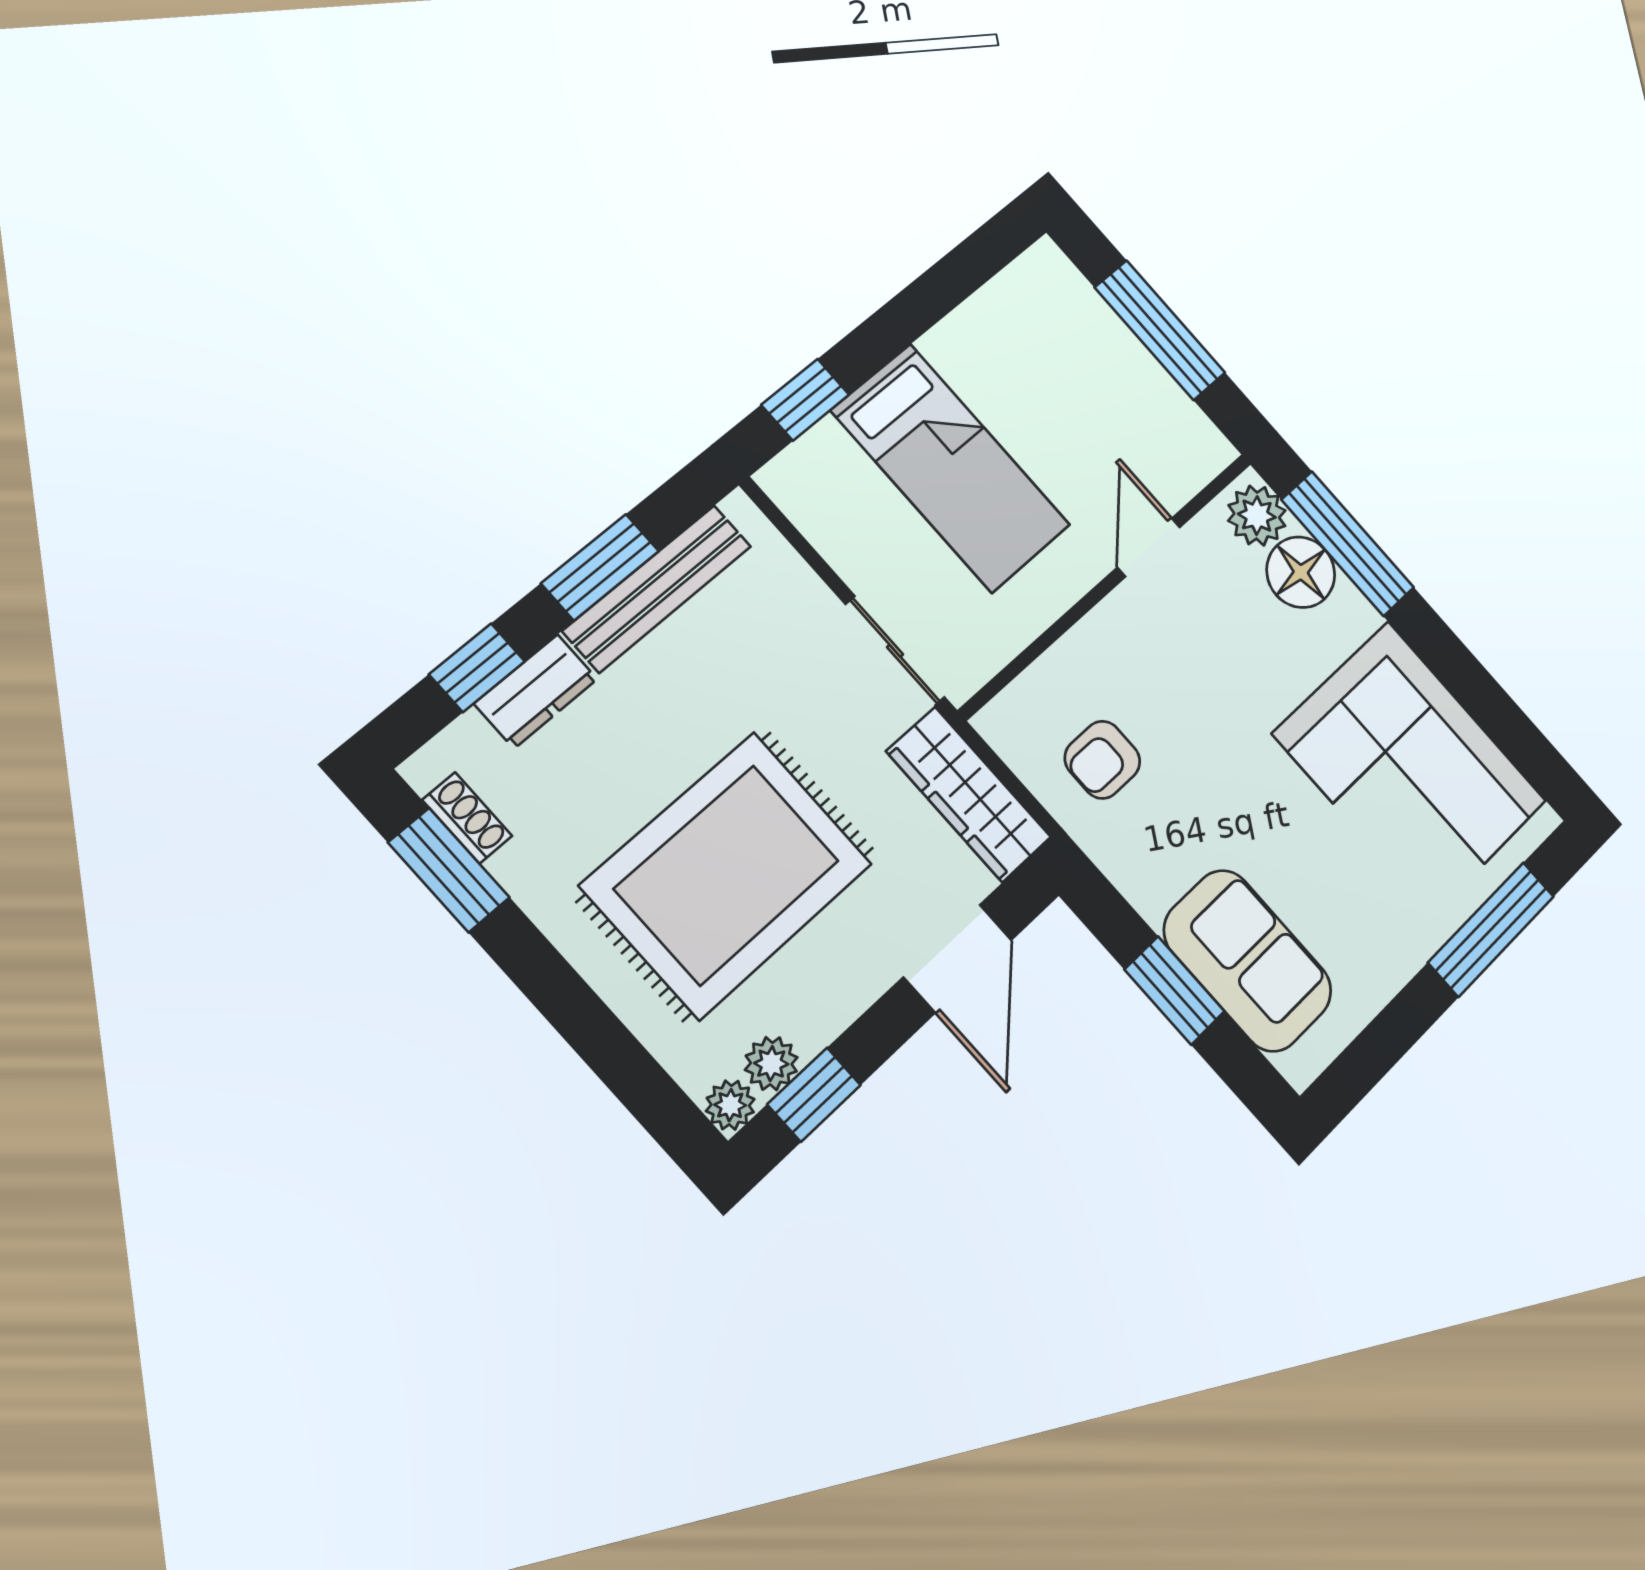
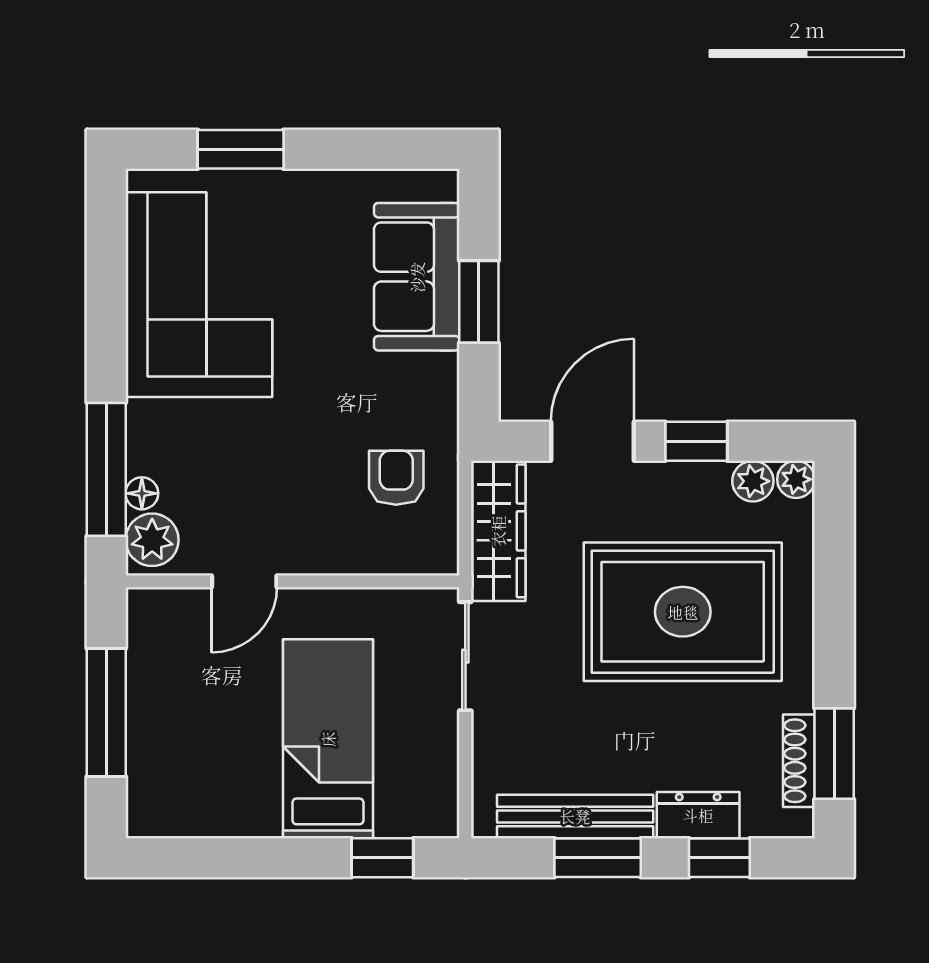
floor lamp: (1301, 572) -> (142, 493), width x0.53, depth x0.53
armchair: (1102, 760) -> (396, 478), turned -90
shoe rack: (467, 818) -> (799, 761), width x1.43
window: (1491, 929) -> (241, 149), width x0.69
window: (814, 1095) -> (696, 441), moved

